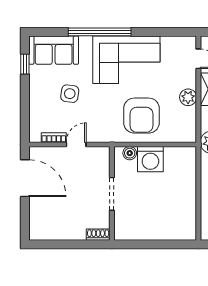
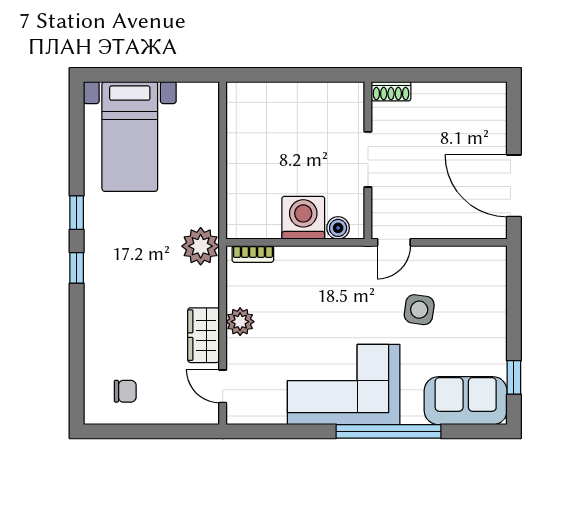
side table: (70, 94) -> (419, 310), moved
armchair: (141, 116) -> (318, 291), removed
bookcase: (54, 138) -> (253, 254), moved
door: (76, 145) -> (394, 242), moved

